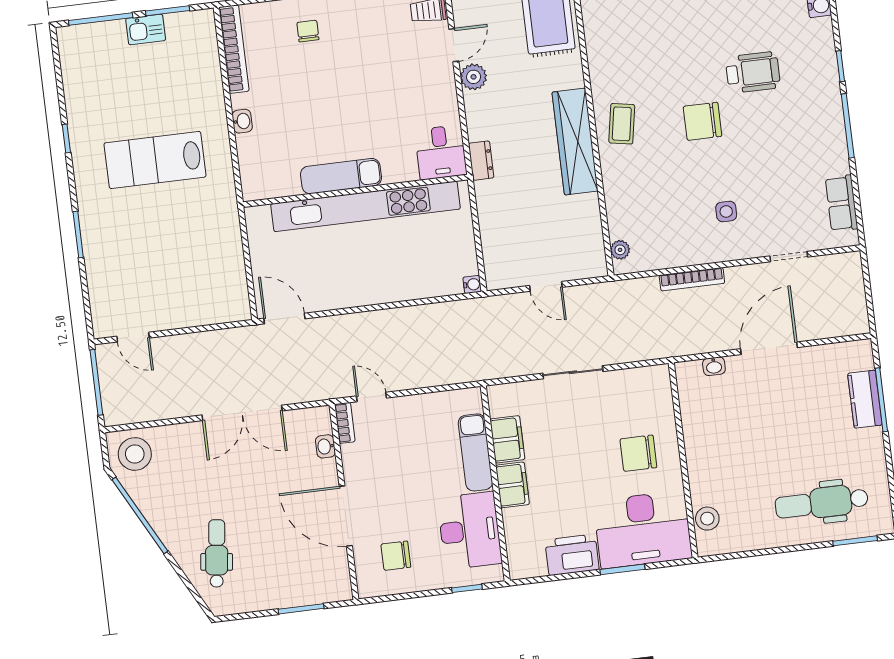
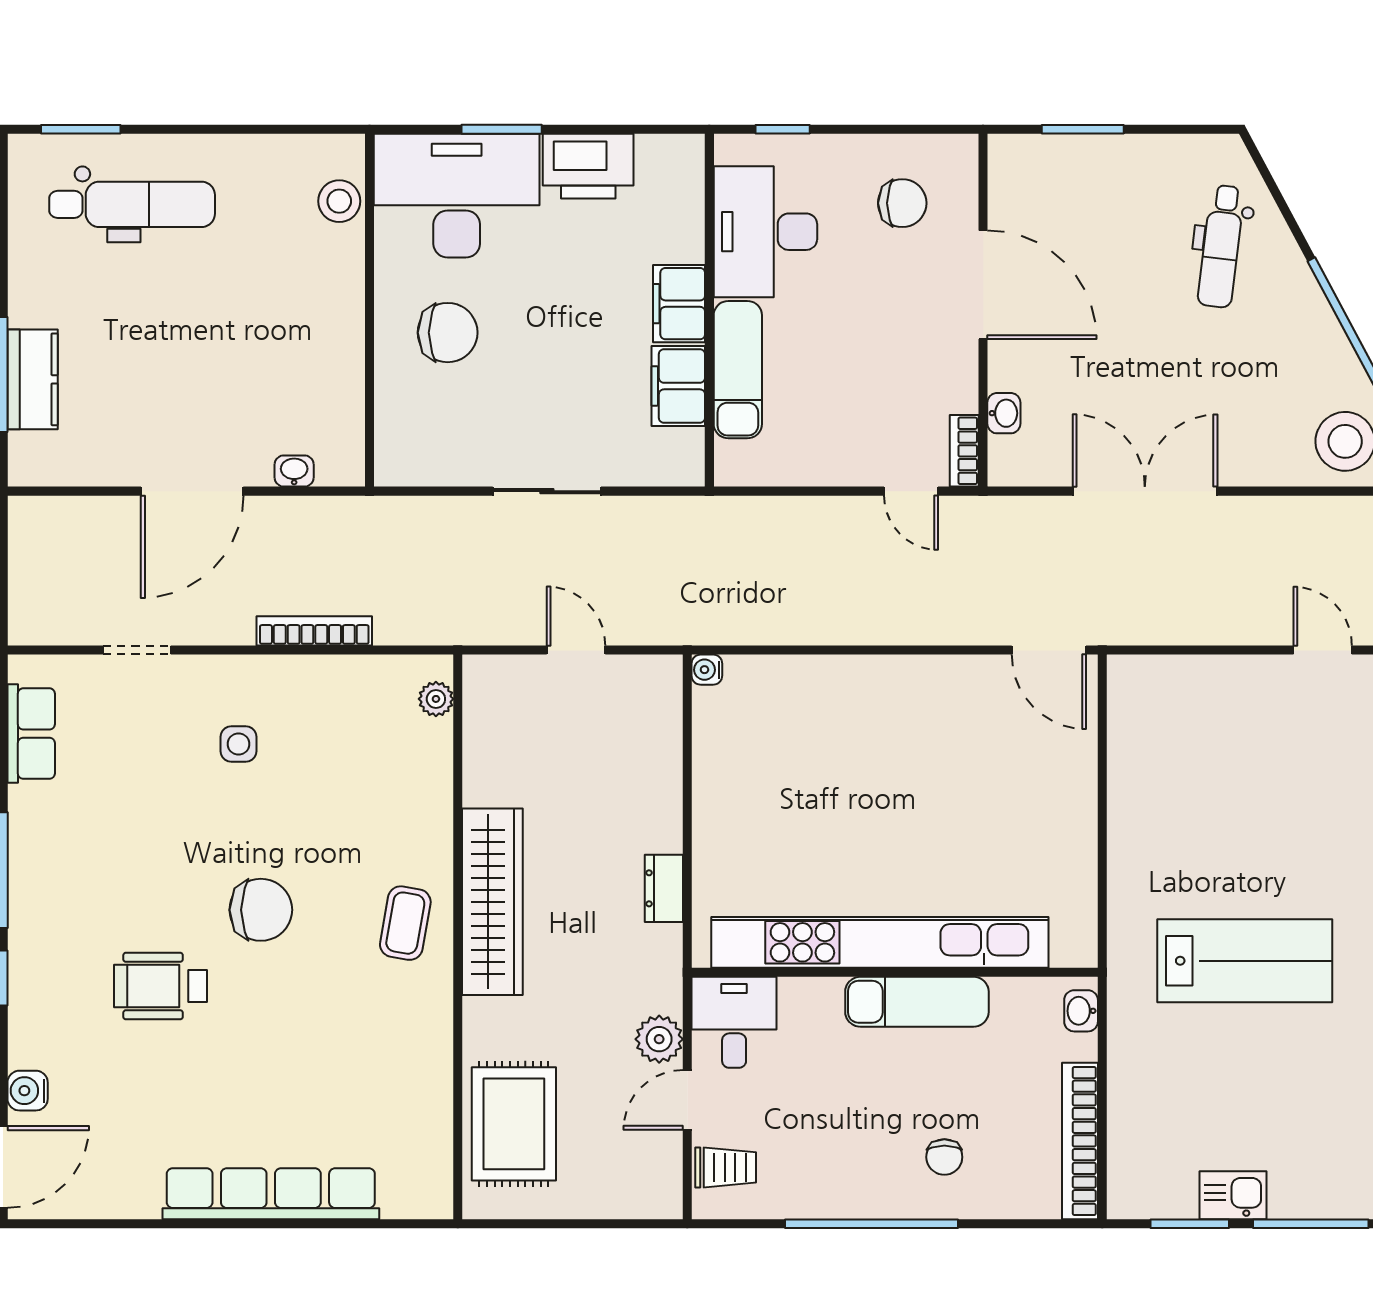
desk: (441, 152) -> (734, 1022), moved
exam couch: (341, 176) -> (917, 1002), moved
wall: (355, 191) -> (895, 972), moved
kitchen unit: (366, 206) -> (880, 942), moved

